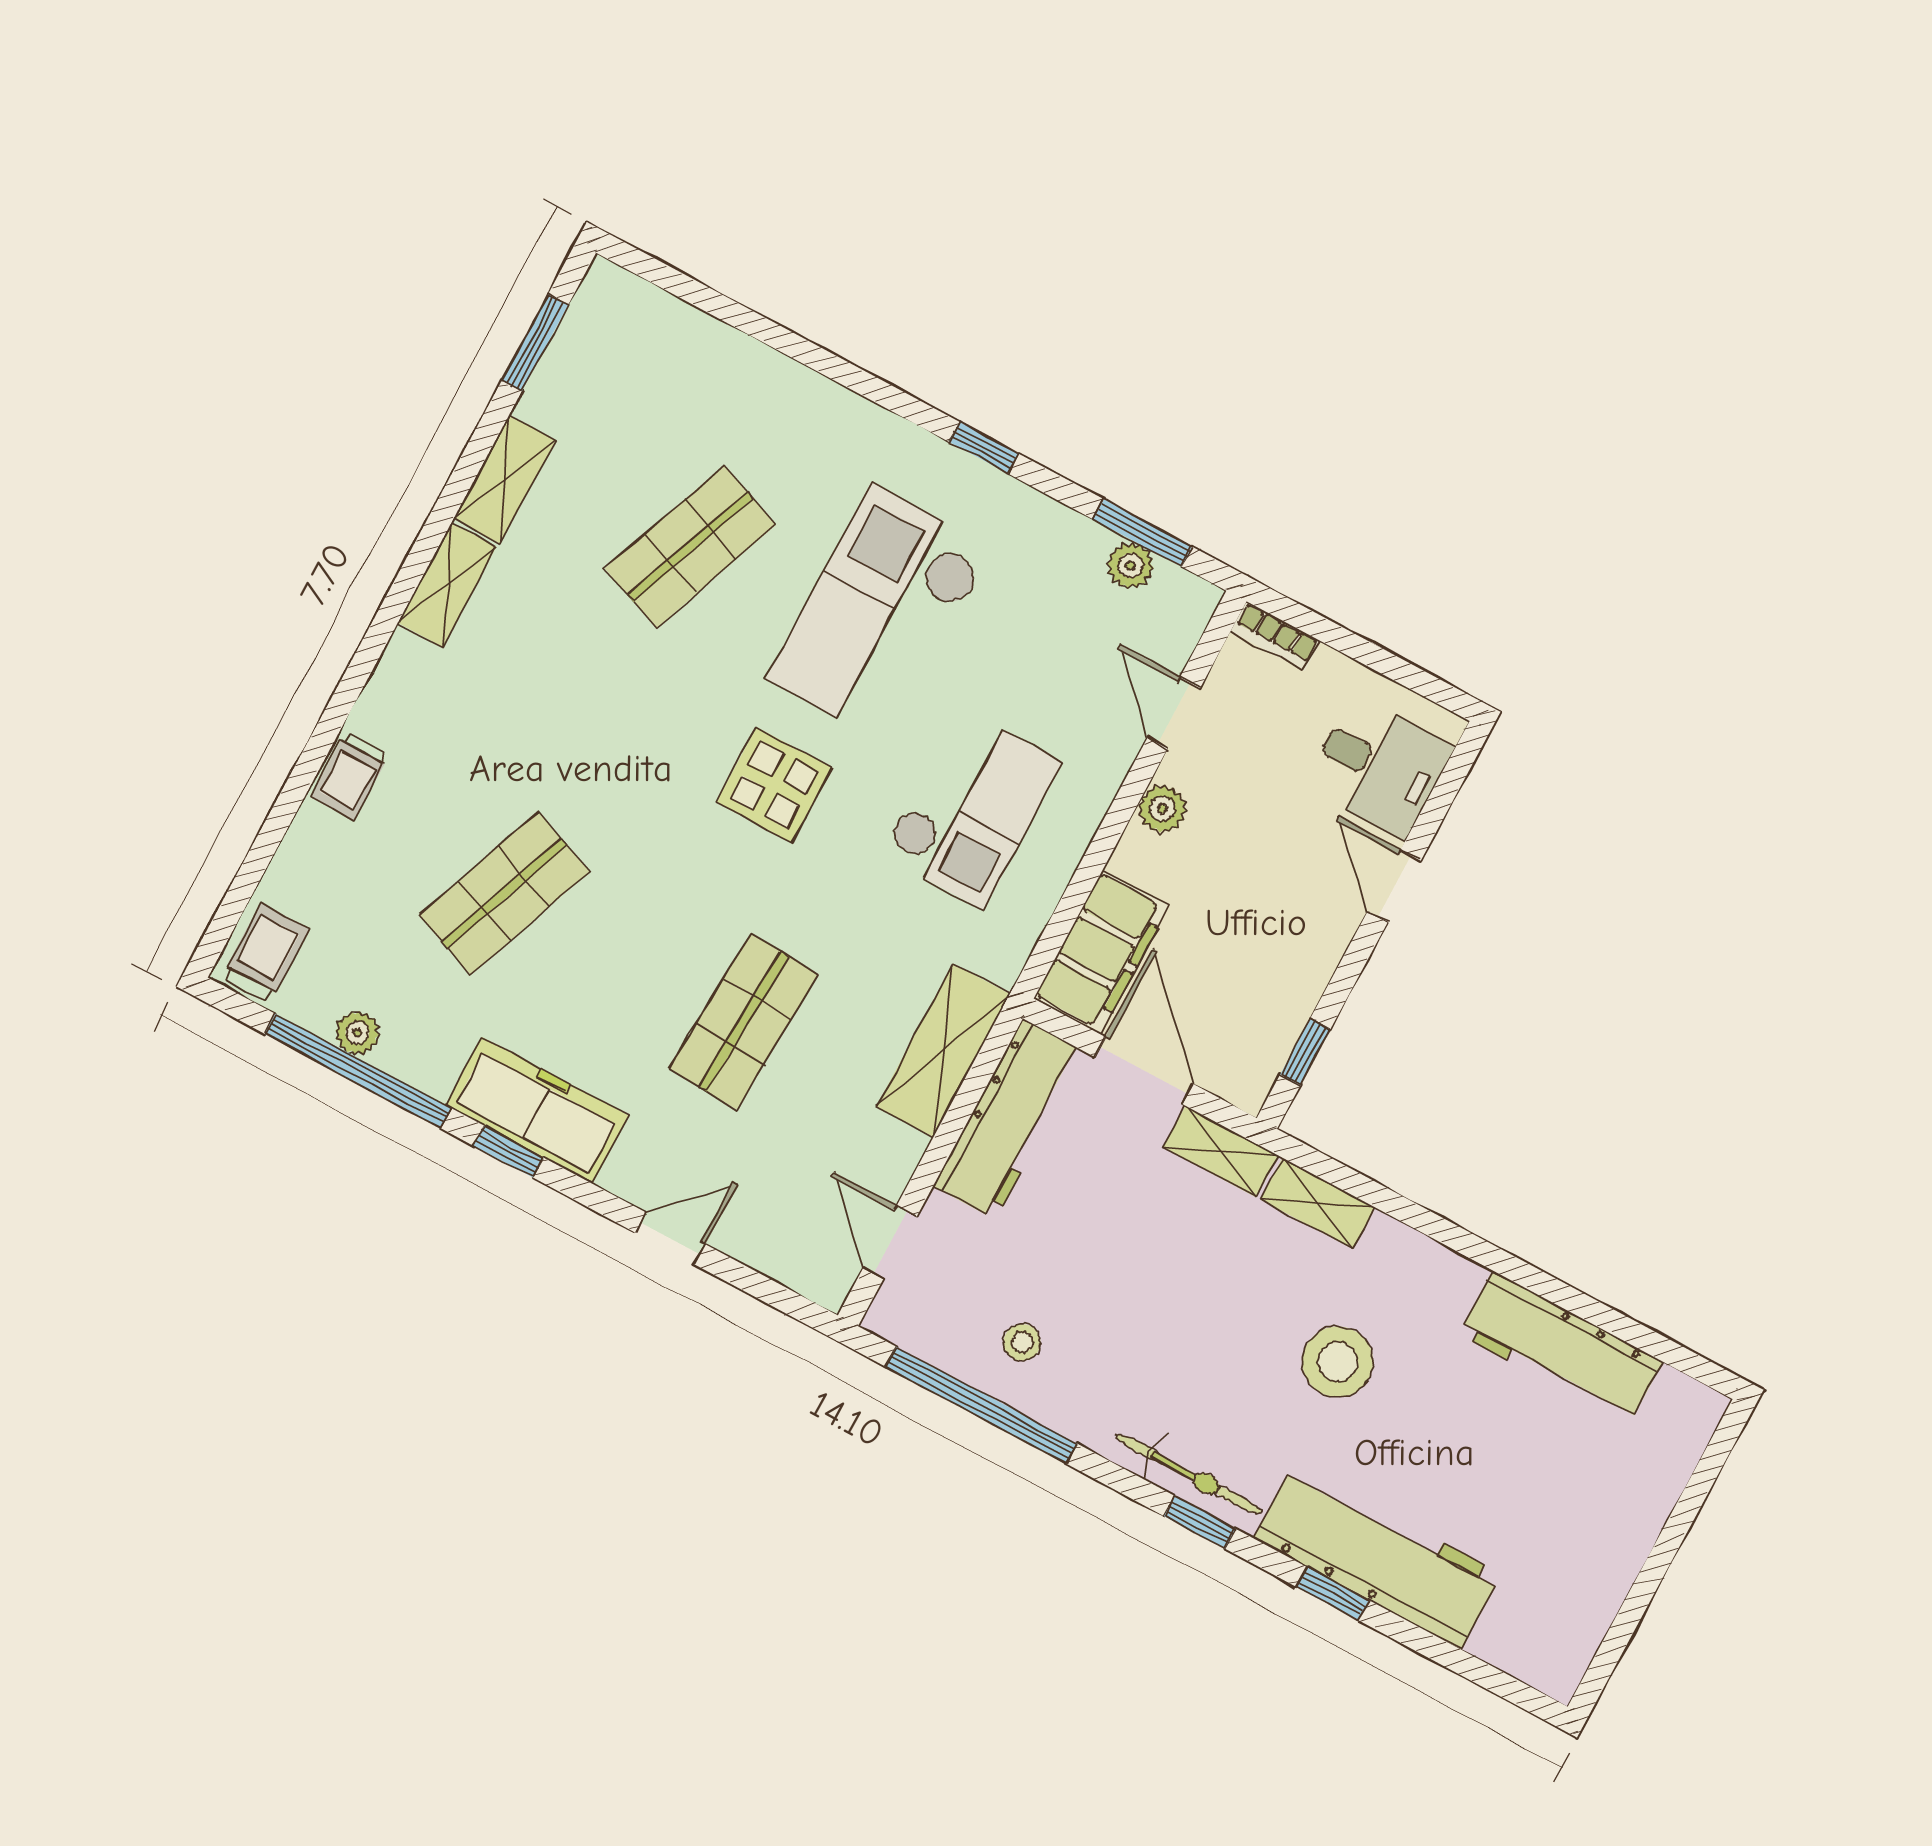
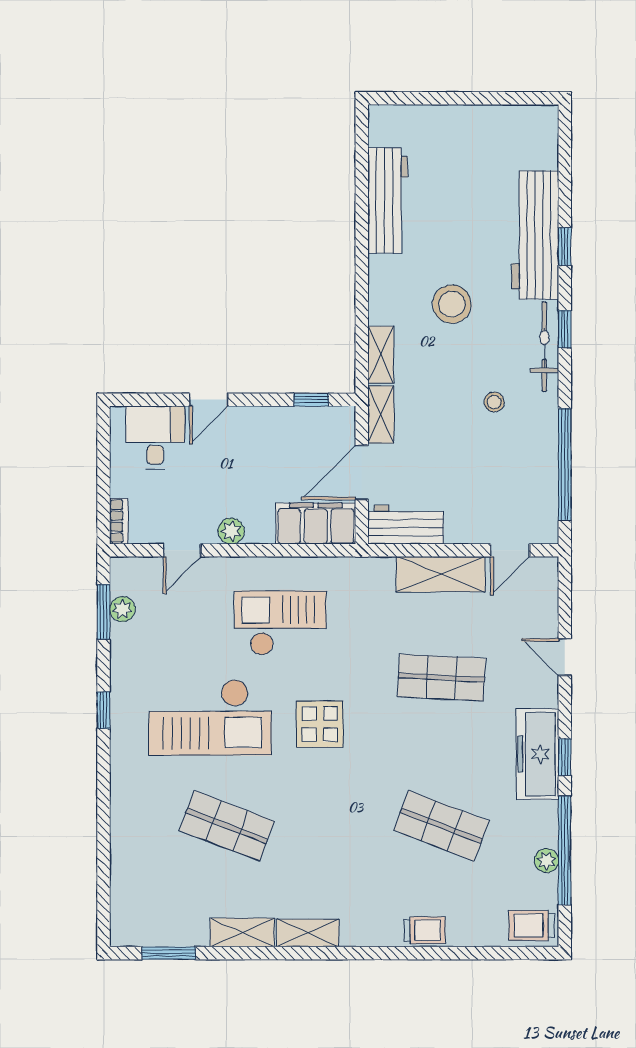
shelving: (943, 1050) -> (441, 574), moved
workbench: (1009, 1119) -> (406, 525), width x0.73
stool: (1022, 1342) -> (494, 402), moved

